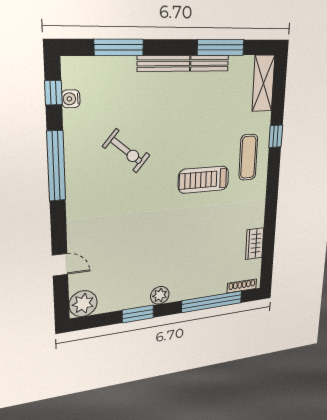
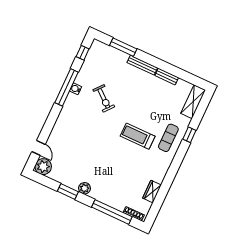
window: (221, 47) -> (176, 72), removed
water cooler: (71, 99) -> (76, 89), moved
door: (60, 265) -> (38, 148), moved

